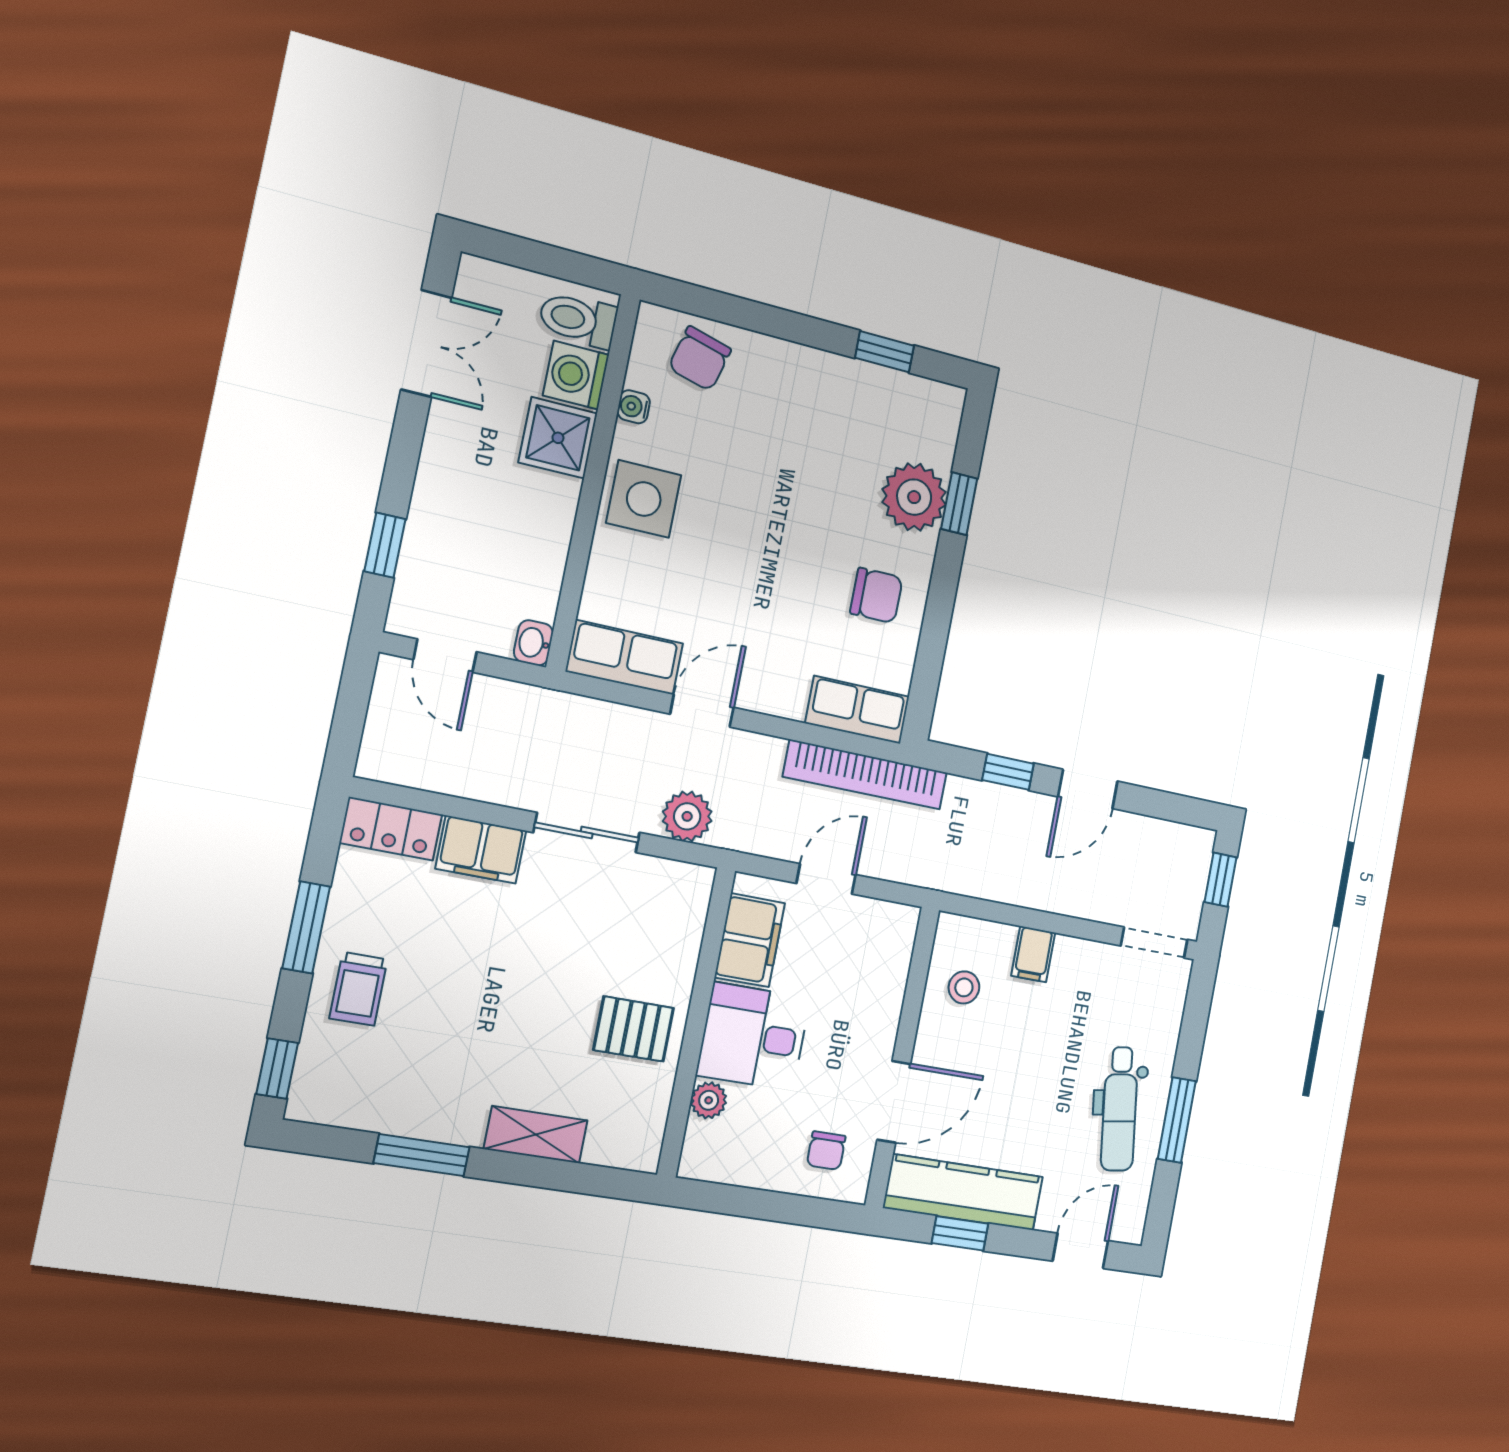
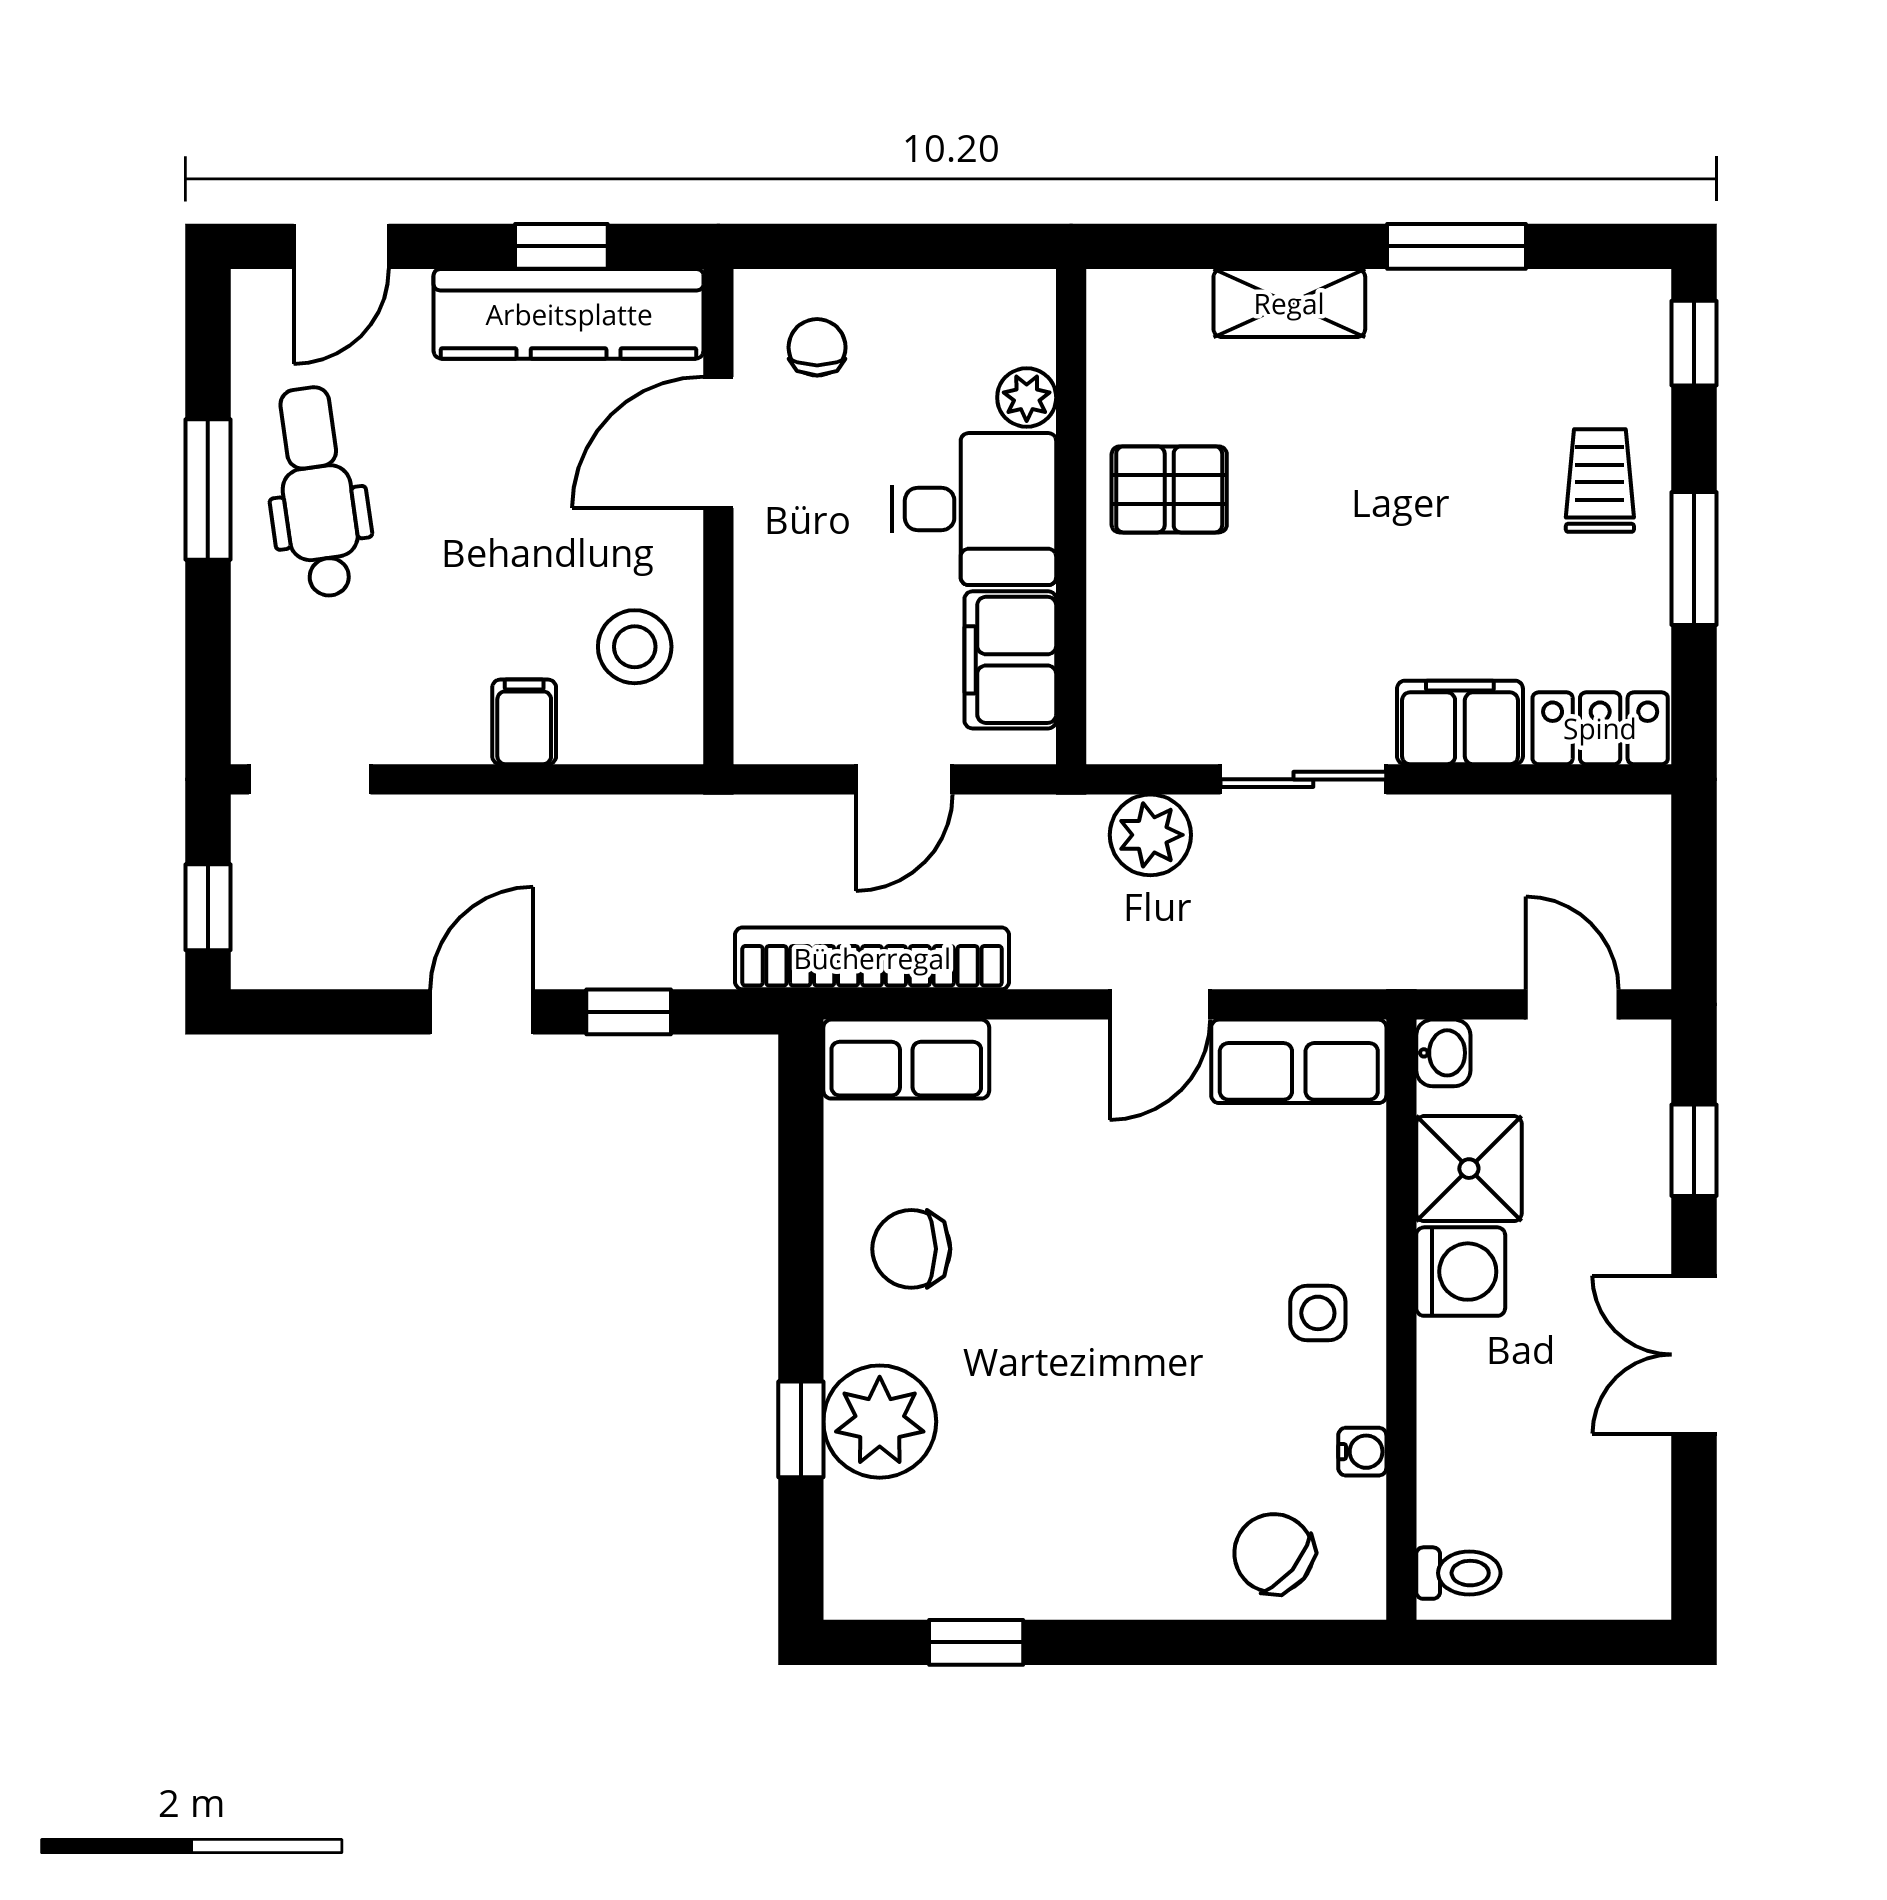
toilet: (578, 320) -> (1458, 1573), width x0.73, depth x0.72
double door: (426, 343) -> (1694, 1355), moved
chair: (700, 358) -> (1274, 1553), turned -65
washing machine: (576, 375) -> (1461, 1272), moved
shower: (558, 438) -> (1469, 1169), moved
side table: (644, 499) -> (1318, 1313), width x0.54, depth x0.54
stool: (964, 987) -> (635, 647), width x1.37, depth x1.37

